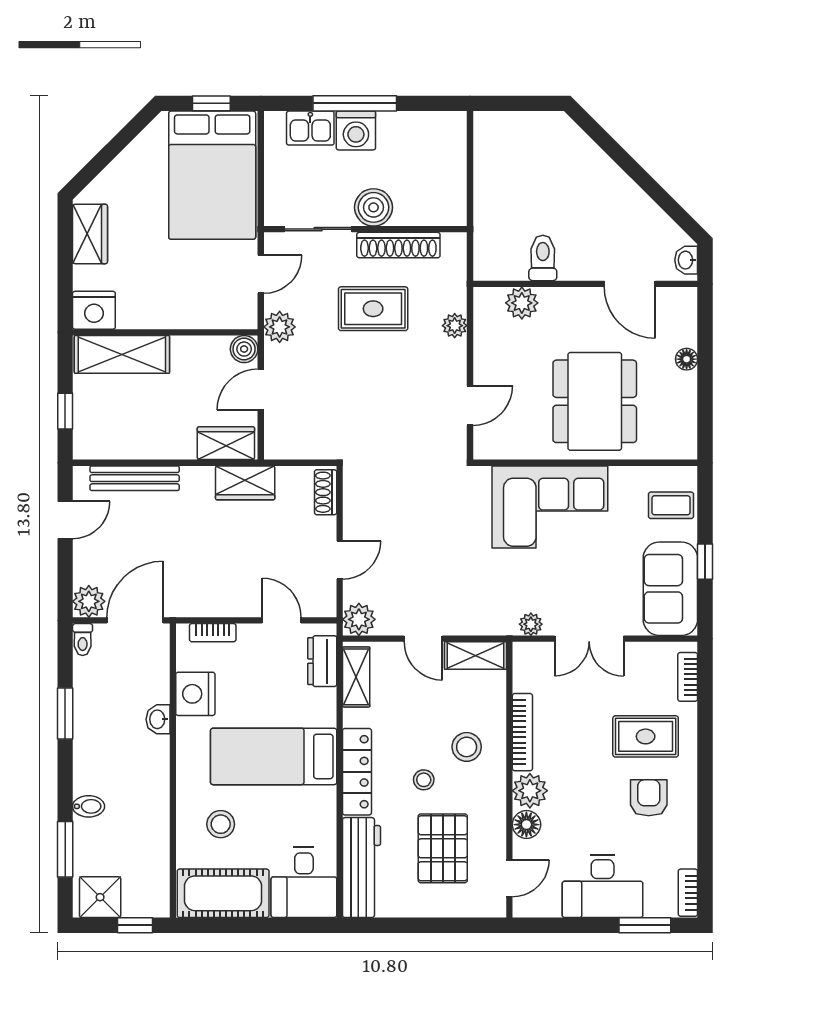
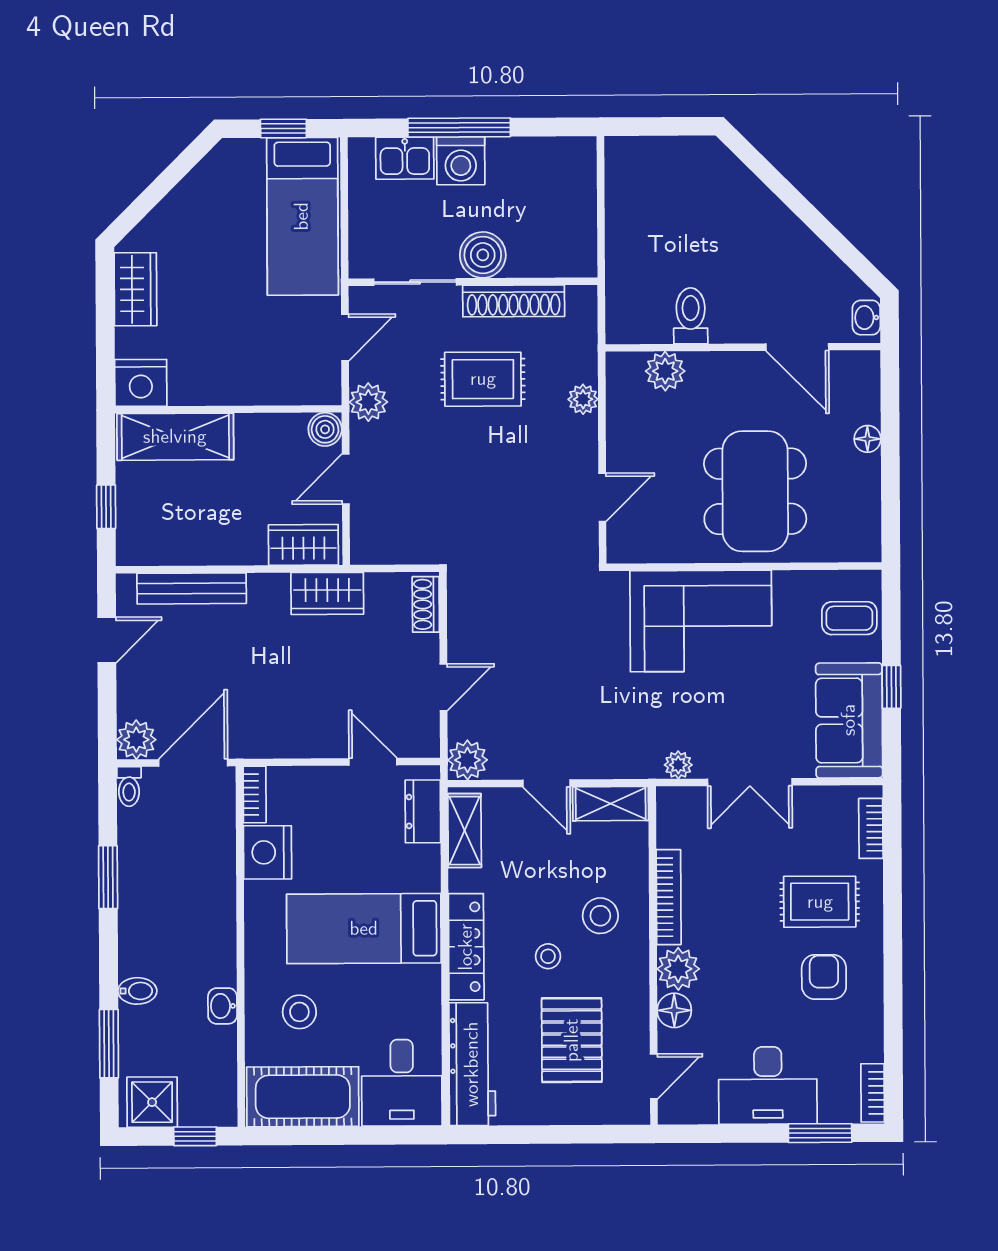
bed: (212, 175) -> (302, 216), width x0.67
bookcase: (213, 633) -> (255, 794), moved, turned -90
washbasin: (158, 719) -> (222, 1006), moved

